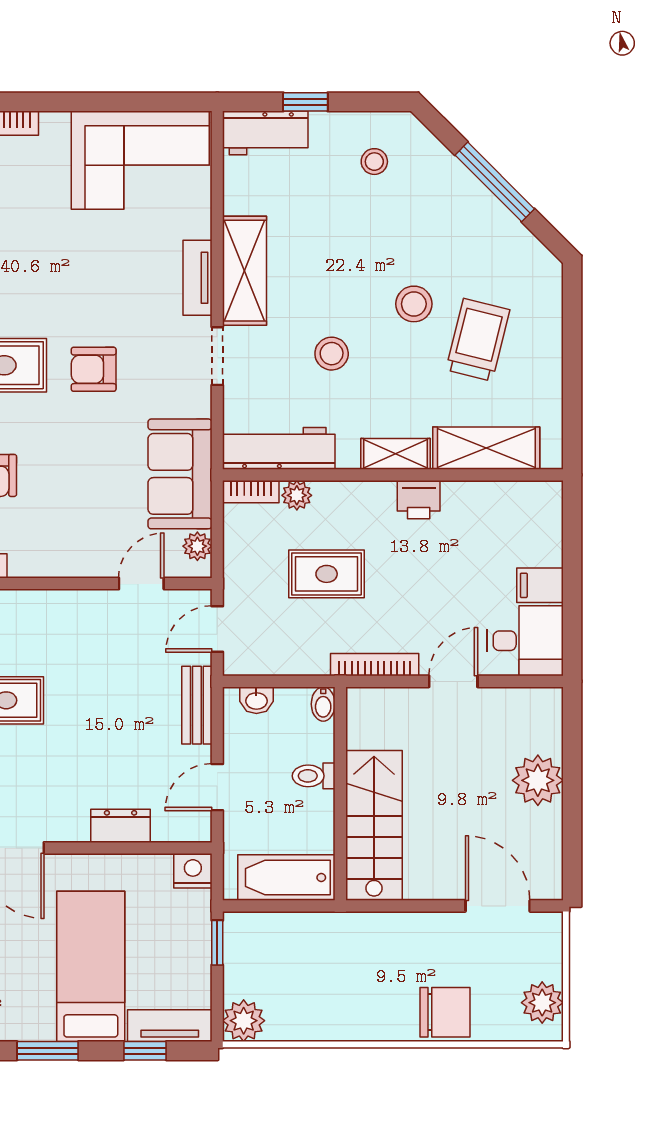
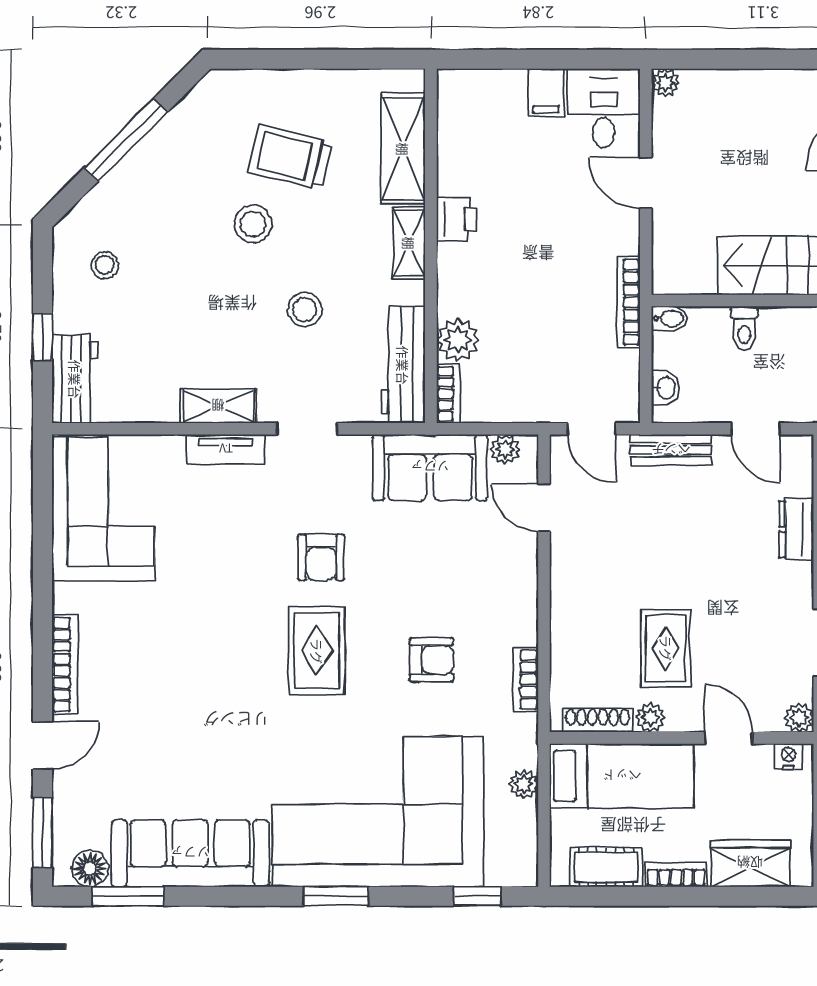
shelving: (244, 271) -> (218, 406), width x0.67, depth x0.75
plant: (297, 495) -> (458, 340), width x1.38, depth x1.38
rug: (327, 574) -> (534, 315), removed
bookcase: (375, 665) -> (628, 302), moved
plant: (538, 780) -> (666, 83), moved, width x0.53, depth x0.53

